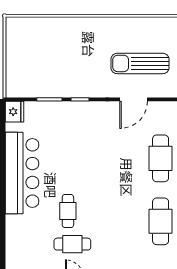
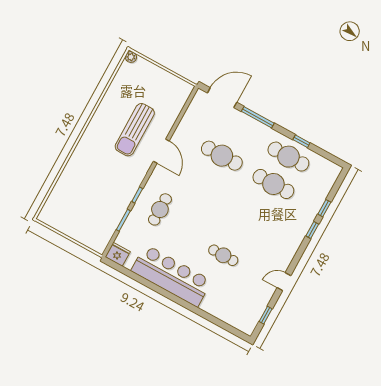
cafe table: (72, 244) -> (160, 209), moved

